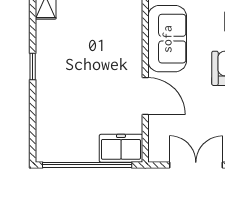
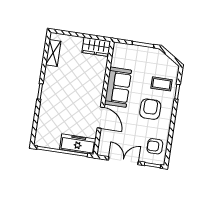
freezer: (121, 148) -> (78, 144), width x1.40

